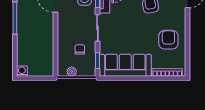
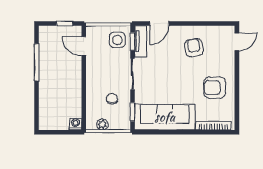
armchair: (168, 40) -> (215, 88), turned -90
washing machine: (22, 71) -> (76, 124), moved

